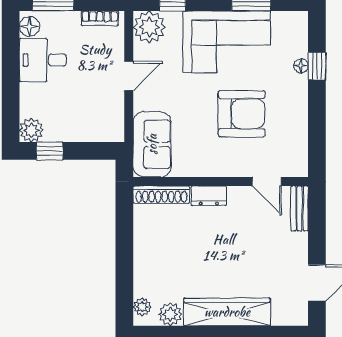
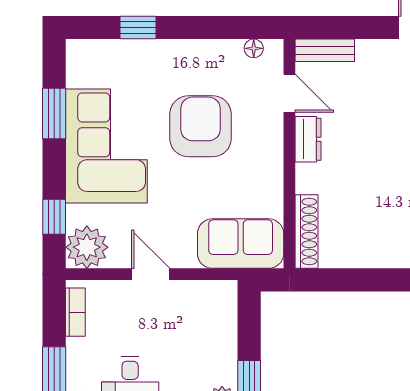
floor lamp: (301, 66) -> (254, 48), moved
door: (267, 181) -> (289, 93), hinge flipped
dresser: (209, 196) -> (308, 139), moved

